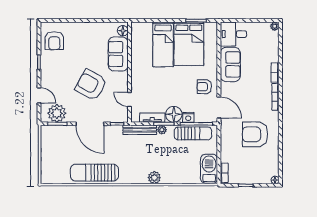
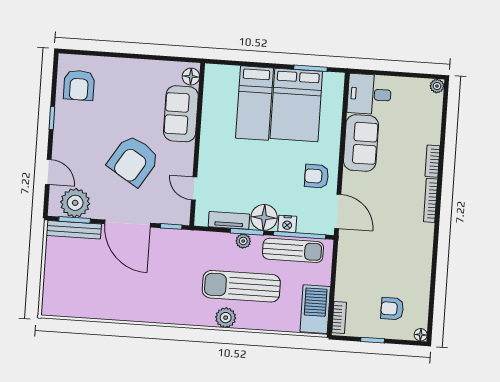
armchair: (91, 85) -> (133, 161), turned -87
bench: (140, 130) -> (74, 230), moved
armchair: (255, 134) -> (392, 309), moved, width x0.53, depth x0.53
sun lounger: (94, 173) -> (241, 286), moved

